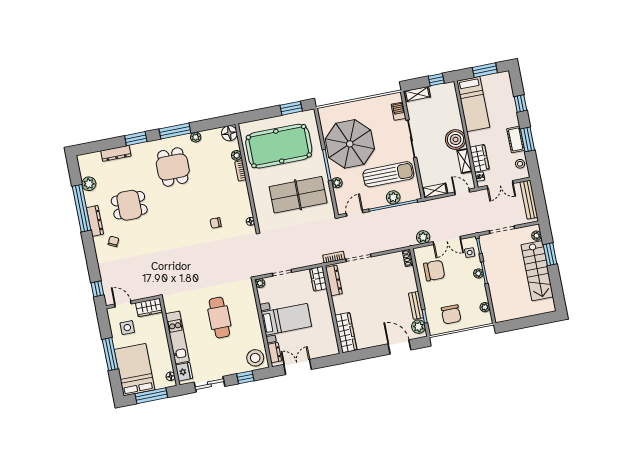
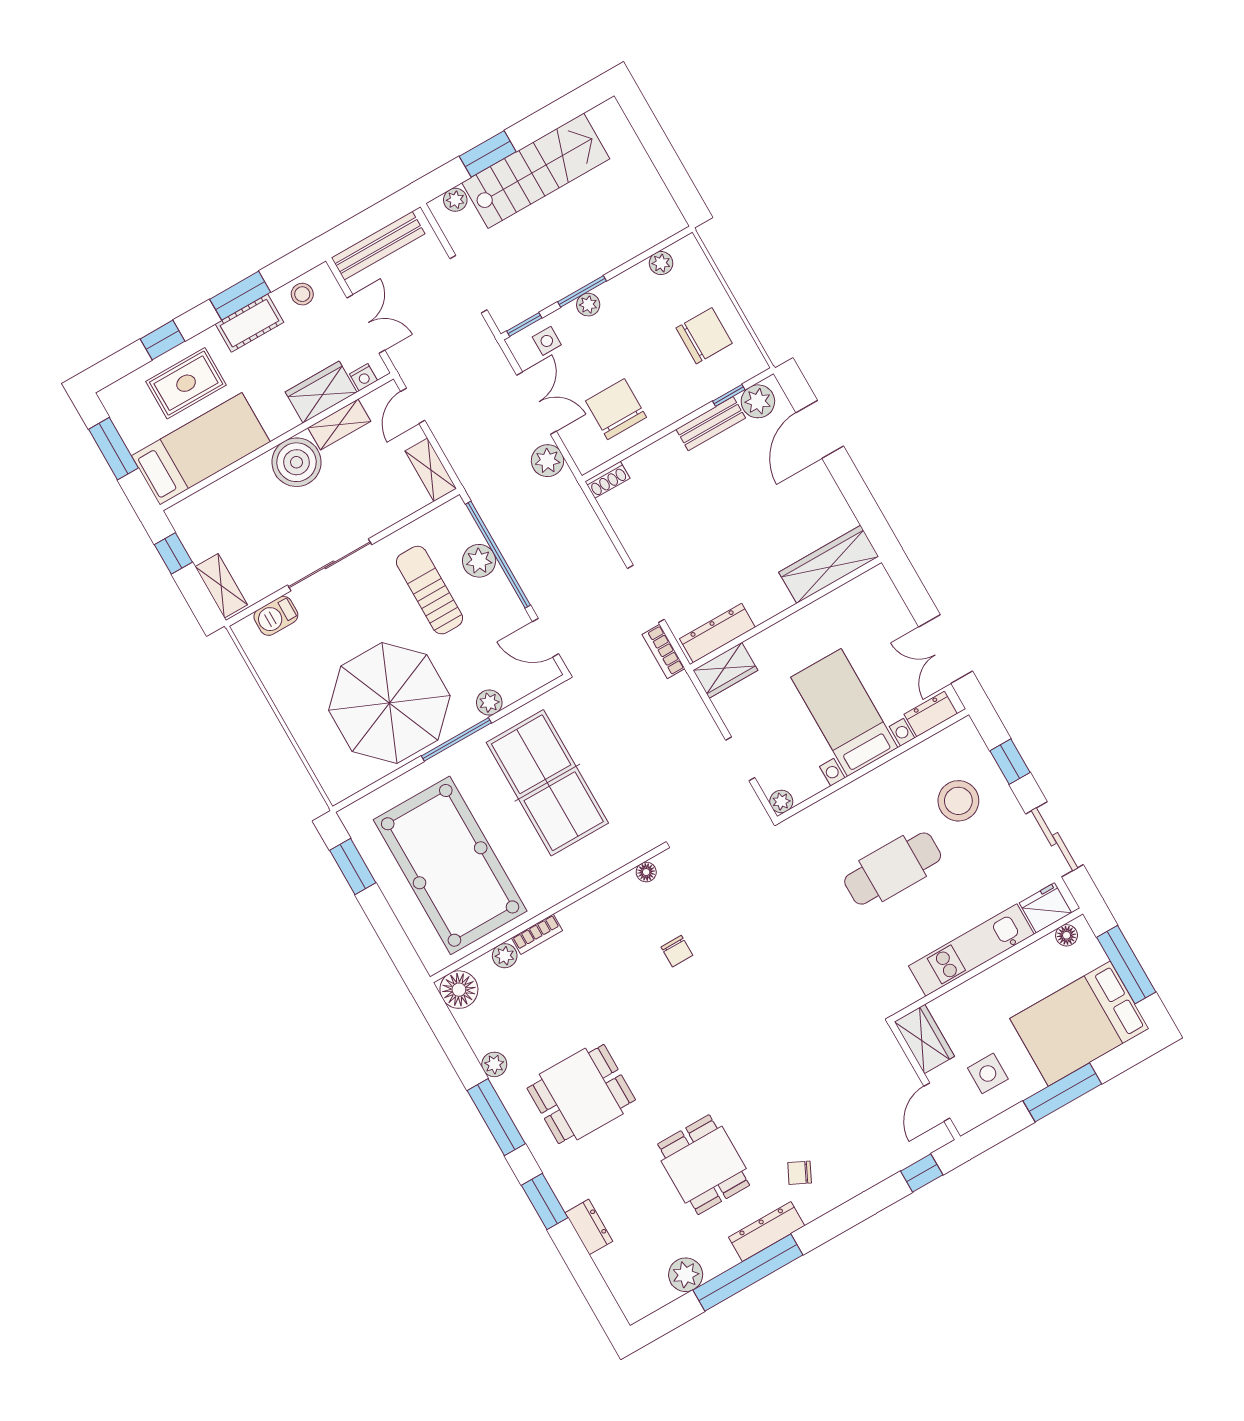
rug: (501, 107) -> (186, 383), added
dresser: (116, 153) -> (589, 1227), width x0.70
sun lounger: (388, 174) -> (430, 590), width x0.73, depth x0.75
stool: (255, 358) -> (958, 801), moved

